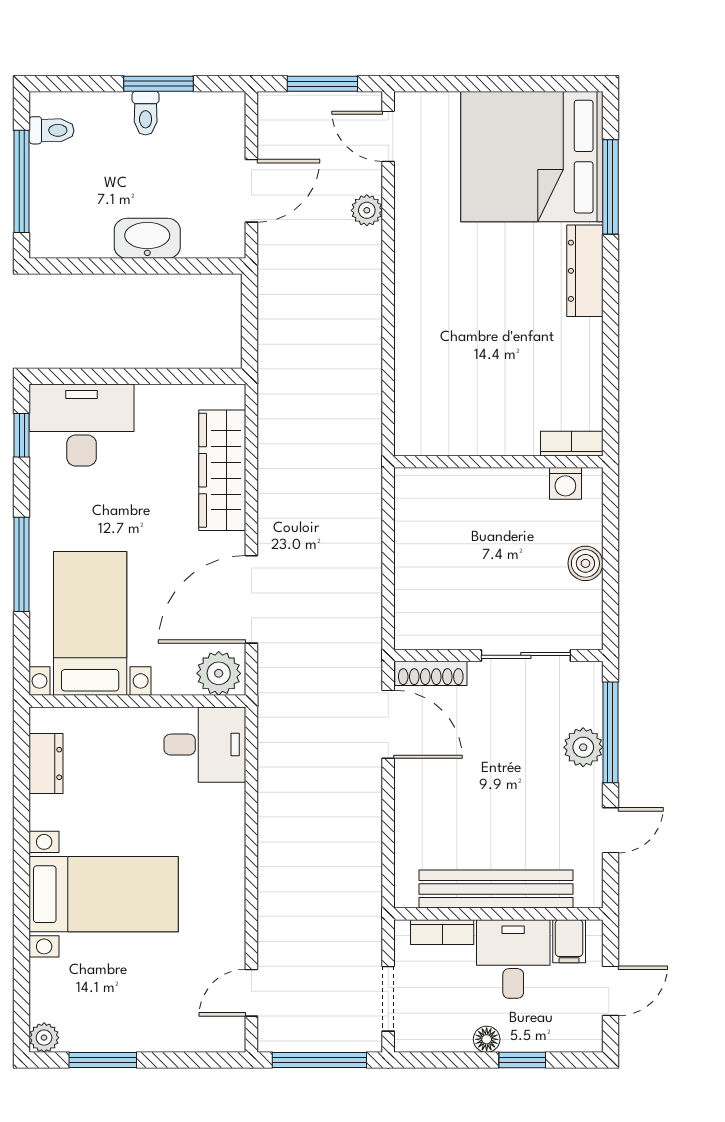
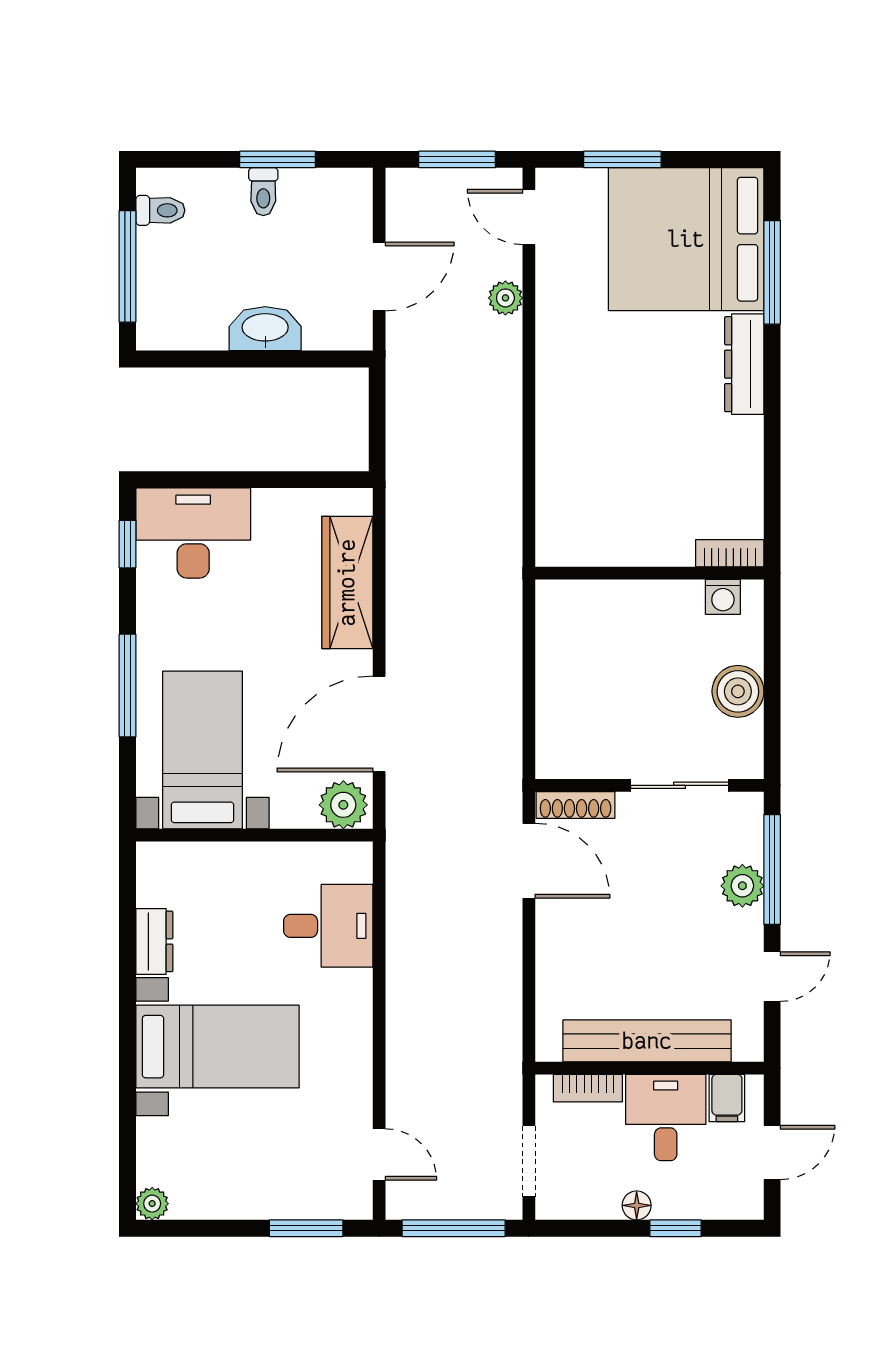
window: (474, 84) -> (622, 159), added
boiler: (585, 563) -> (738, 691), width x1.36, depth x1.36
desk: (205, 745) -> (328, 926), moved
dresser: (46, 763) -> (154, 941), moved
door: (251, 993) -> (379, 1154), swing flipped
window: (103, 1060) -> (306, 1228), moved

